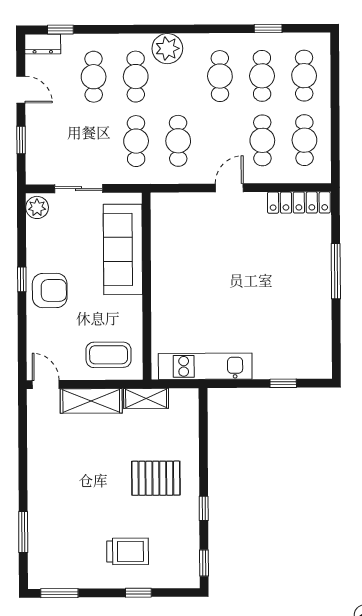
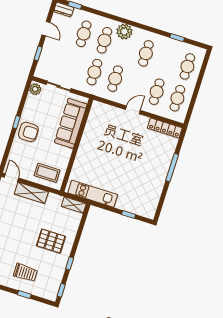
cafe table: (262, 76) -> (167, 60), removed
shelving: (146, 398) -> (74, 205), moved

